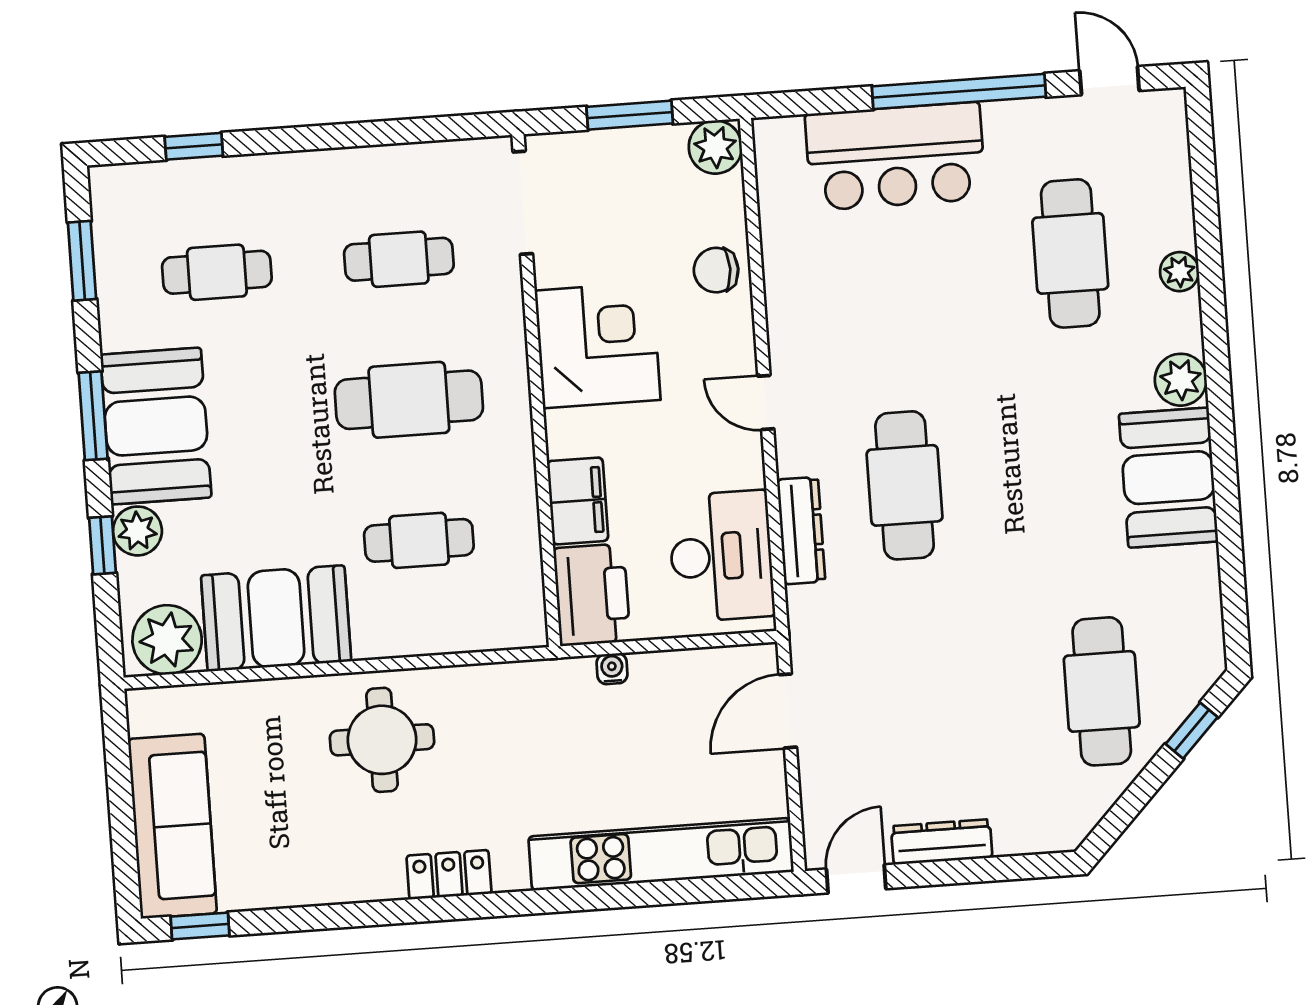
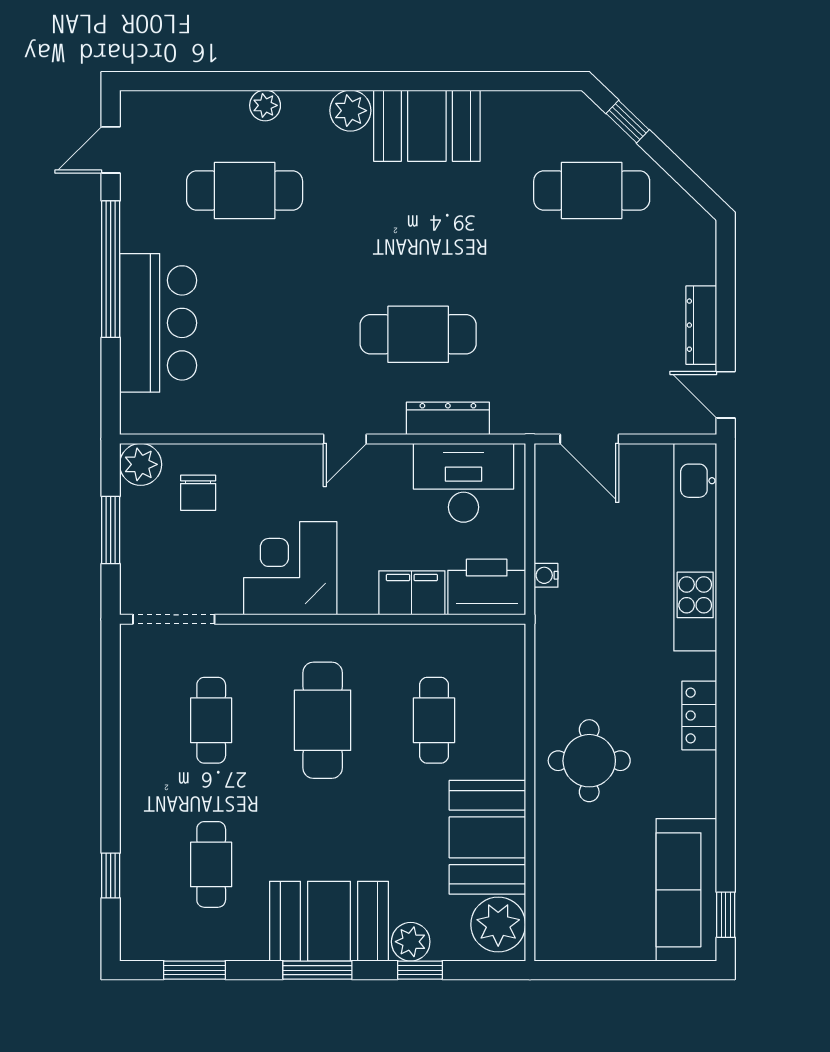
chair: (716, 270) -> (198, 493), moved
sofa: (172, 826) -> (686, 890), moved, turned -90

